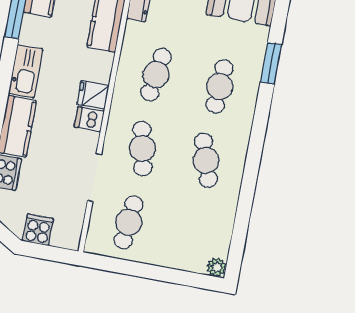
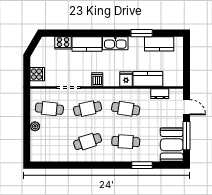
fridge: (93, 95) -> (126, 79), moved
cooker: (38, 230) -> (37, 74), moved
plant: (217, 267) -> (35, 126), moved

